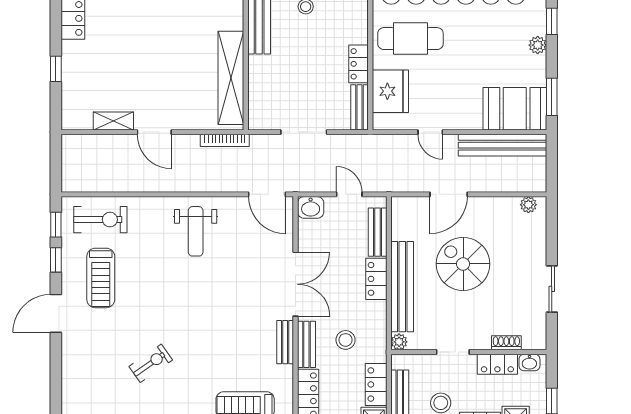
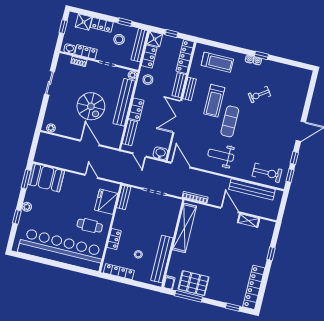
cafe table: (410, 39) -> (90, 226), width x0.73, depth x0.74
locker: (358, 64) -> (114, 239), moved
bench: (502, 145) -> (252, 189), moved
door: (449, 194) -> (90, 143), hinge flipped
exercise bike: (100, 220) -> (267, 173), turned 180
weight bench: (196, 231) -> (221, 155), turned -90
treadmill: (101, 278) -> (214, 101), moved, turned 180
exercise mat: (194, 299) -> (230, 121), added
stool: (346, 340) -> (148, 80), moved

